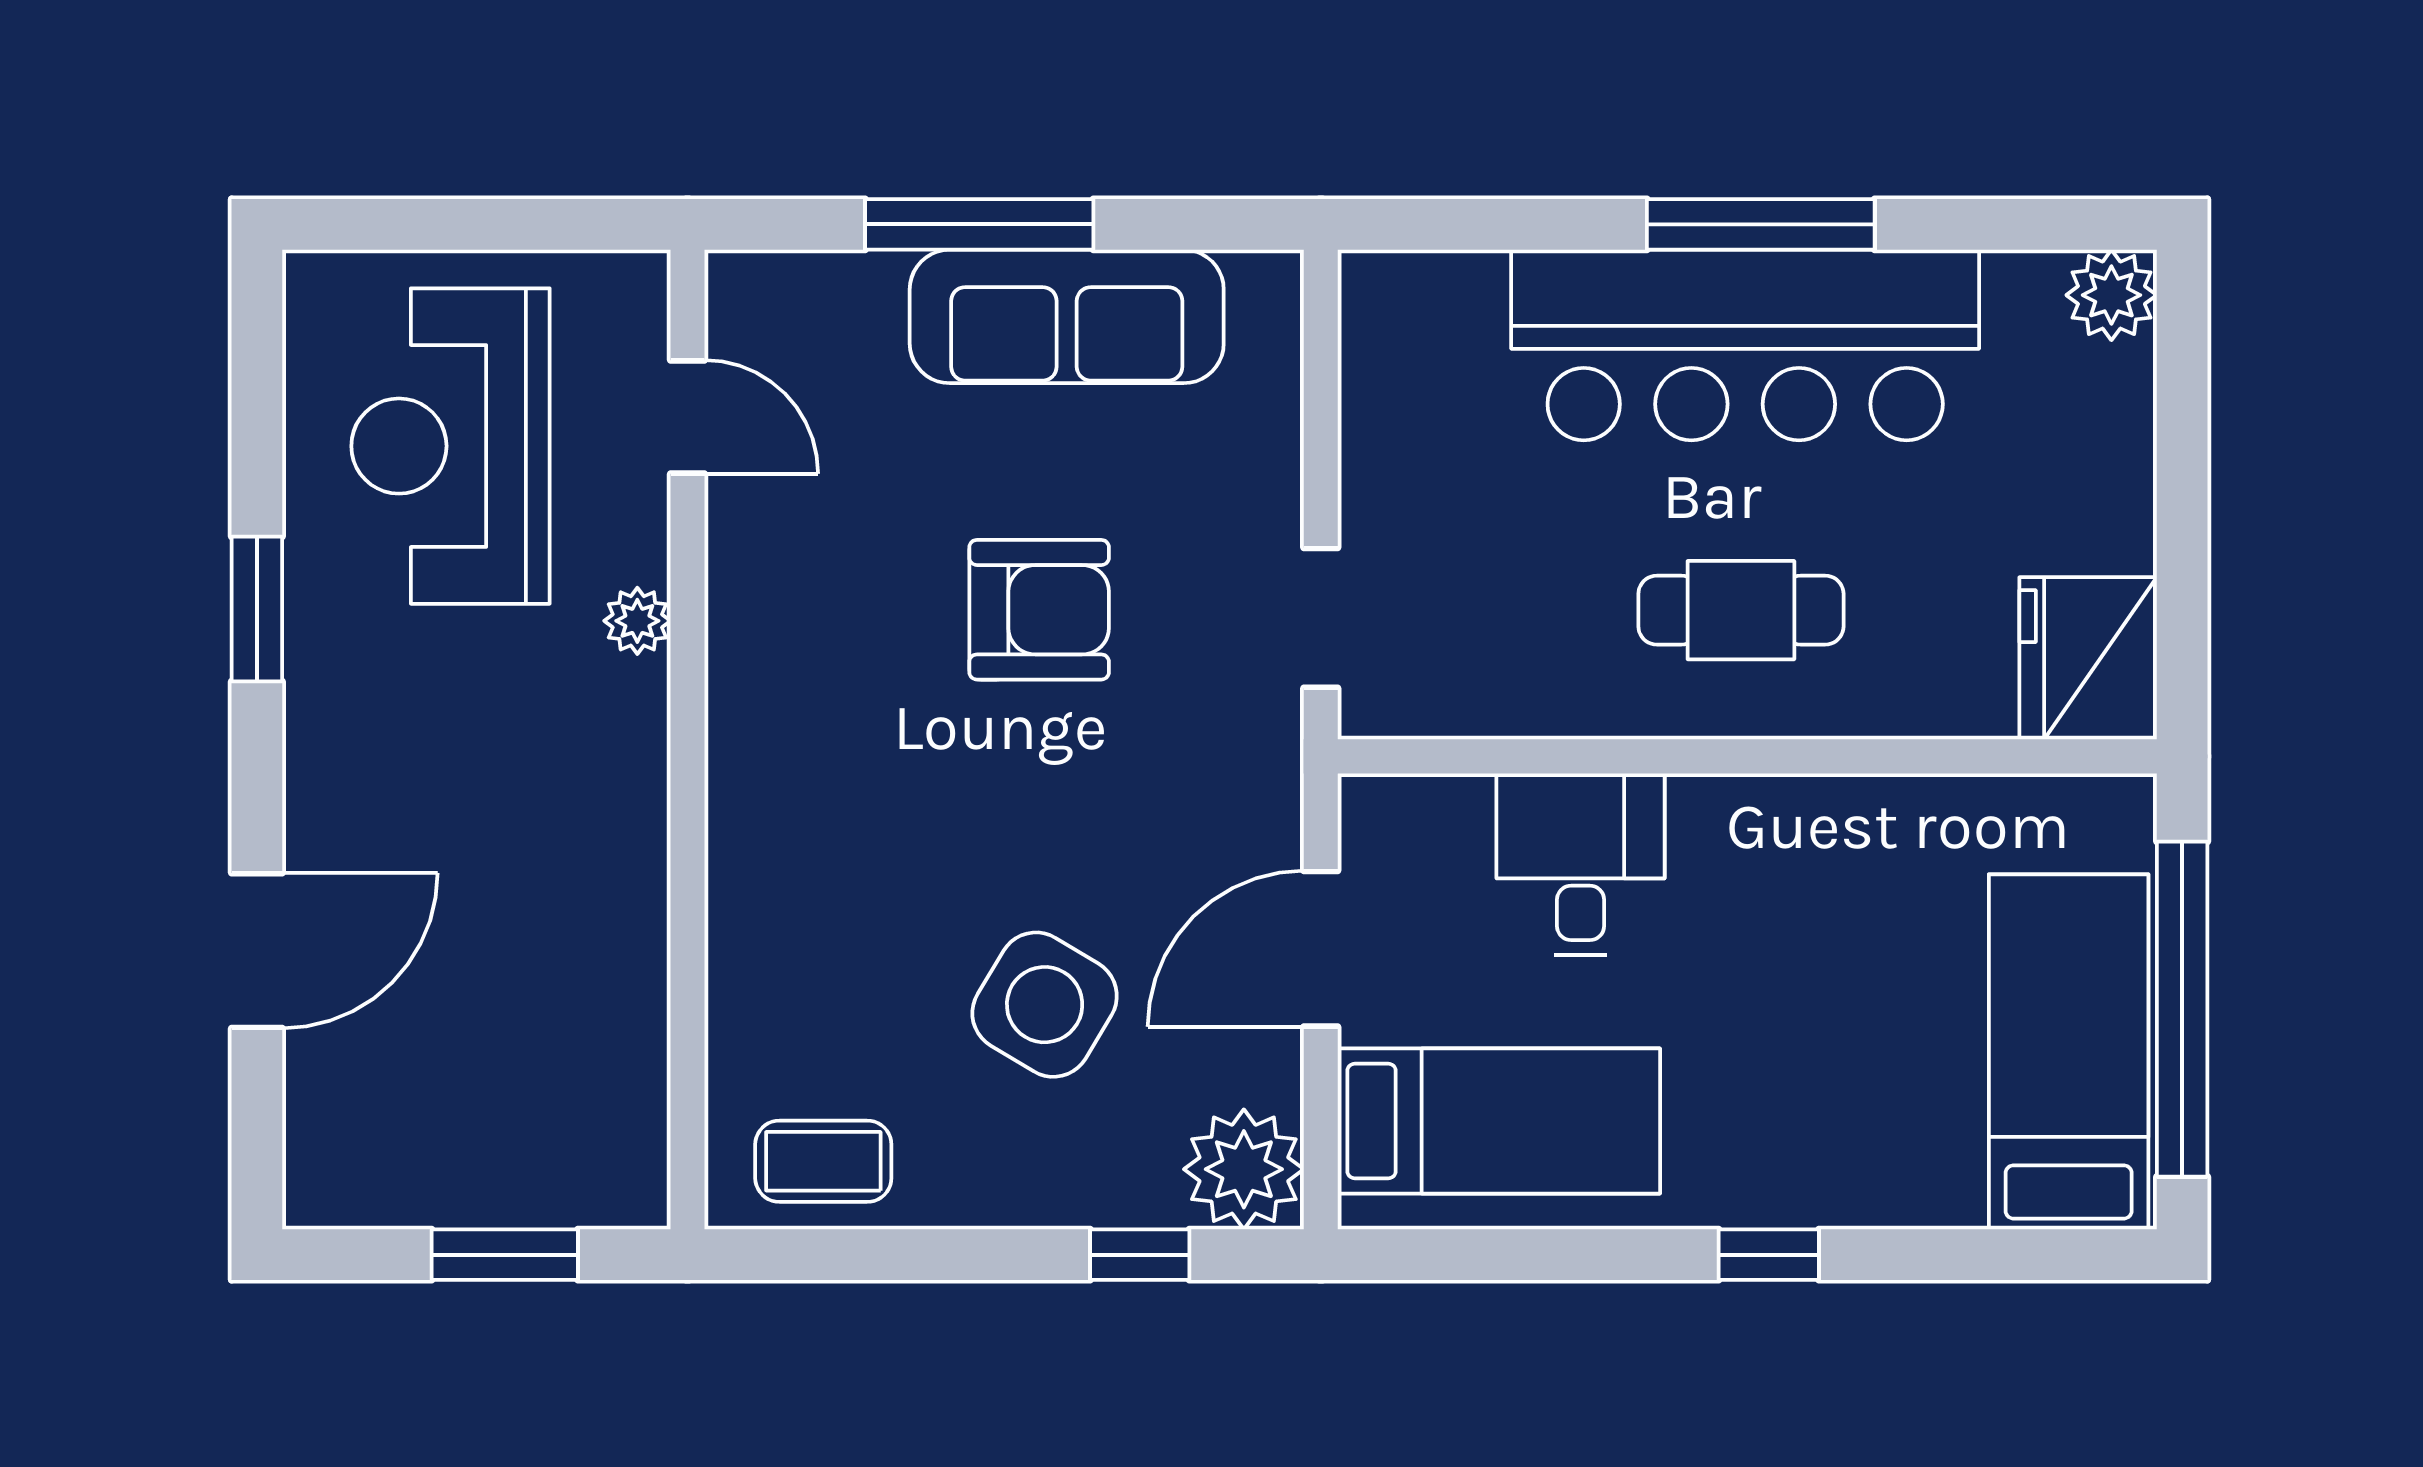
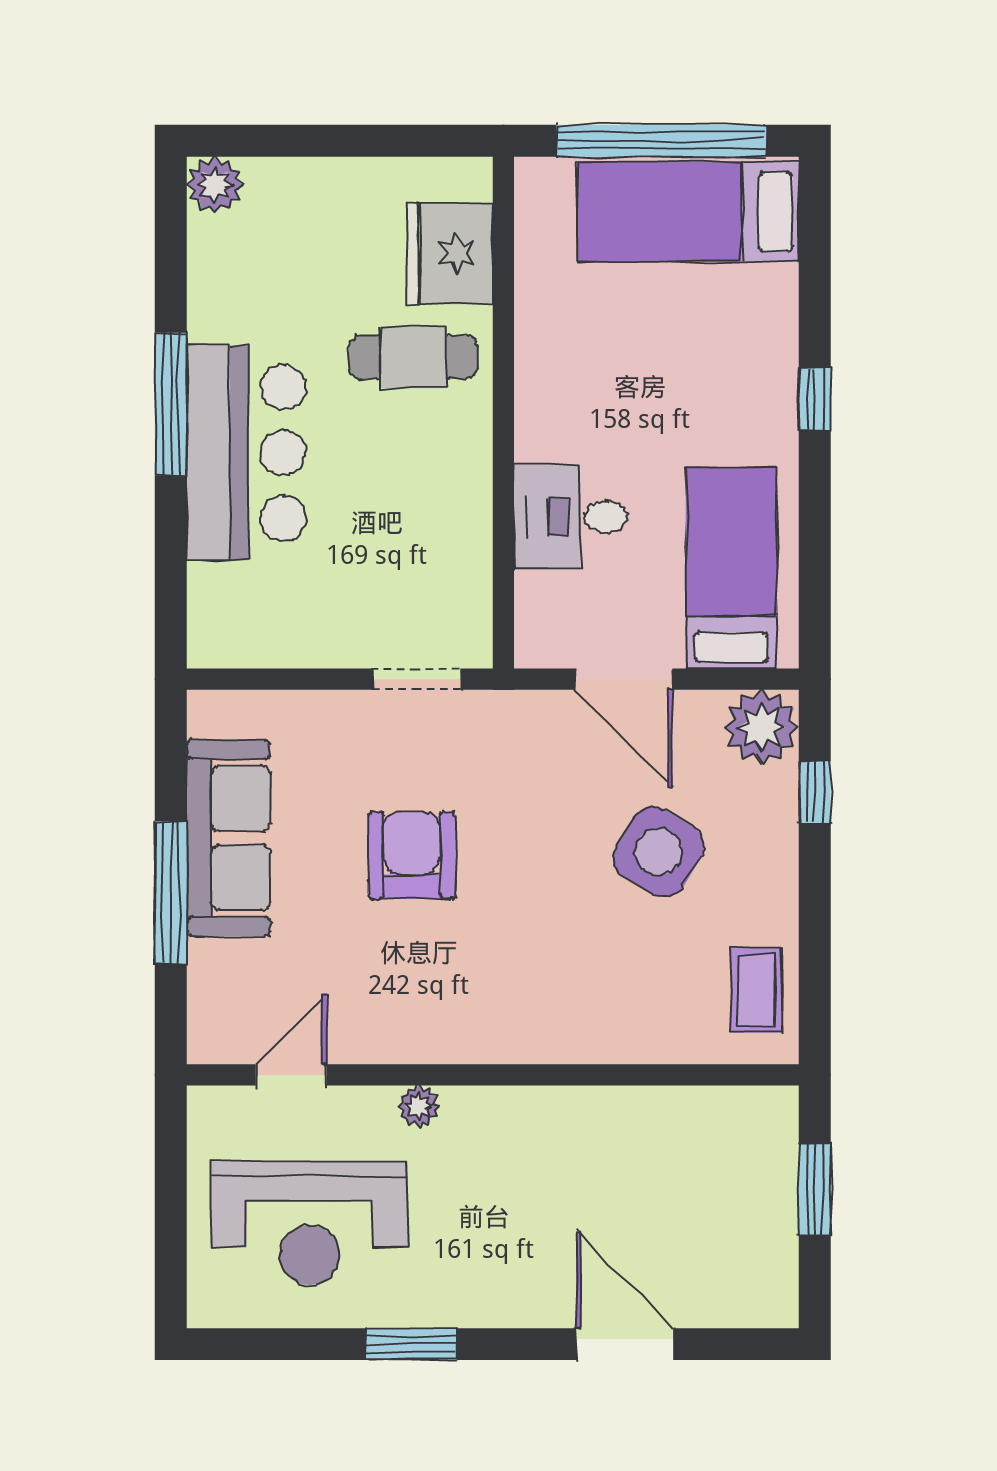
bar counter: (1745, 345) -> (246, 453), width x0.73
cafe table: (1741, 610) -> (413, 357), moved, turned 90
fridge: (2088, 658) -> (450, 254), moved, turned 90

